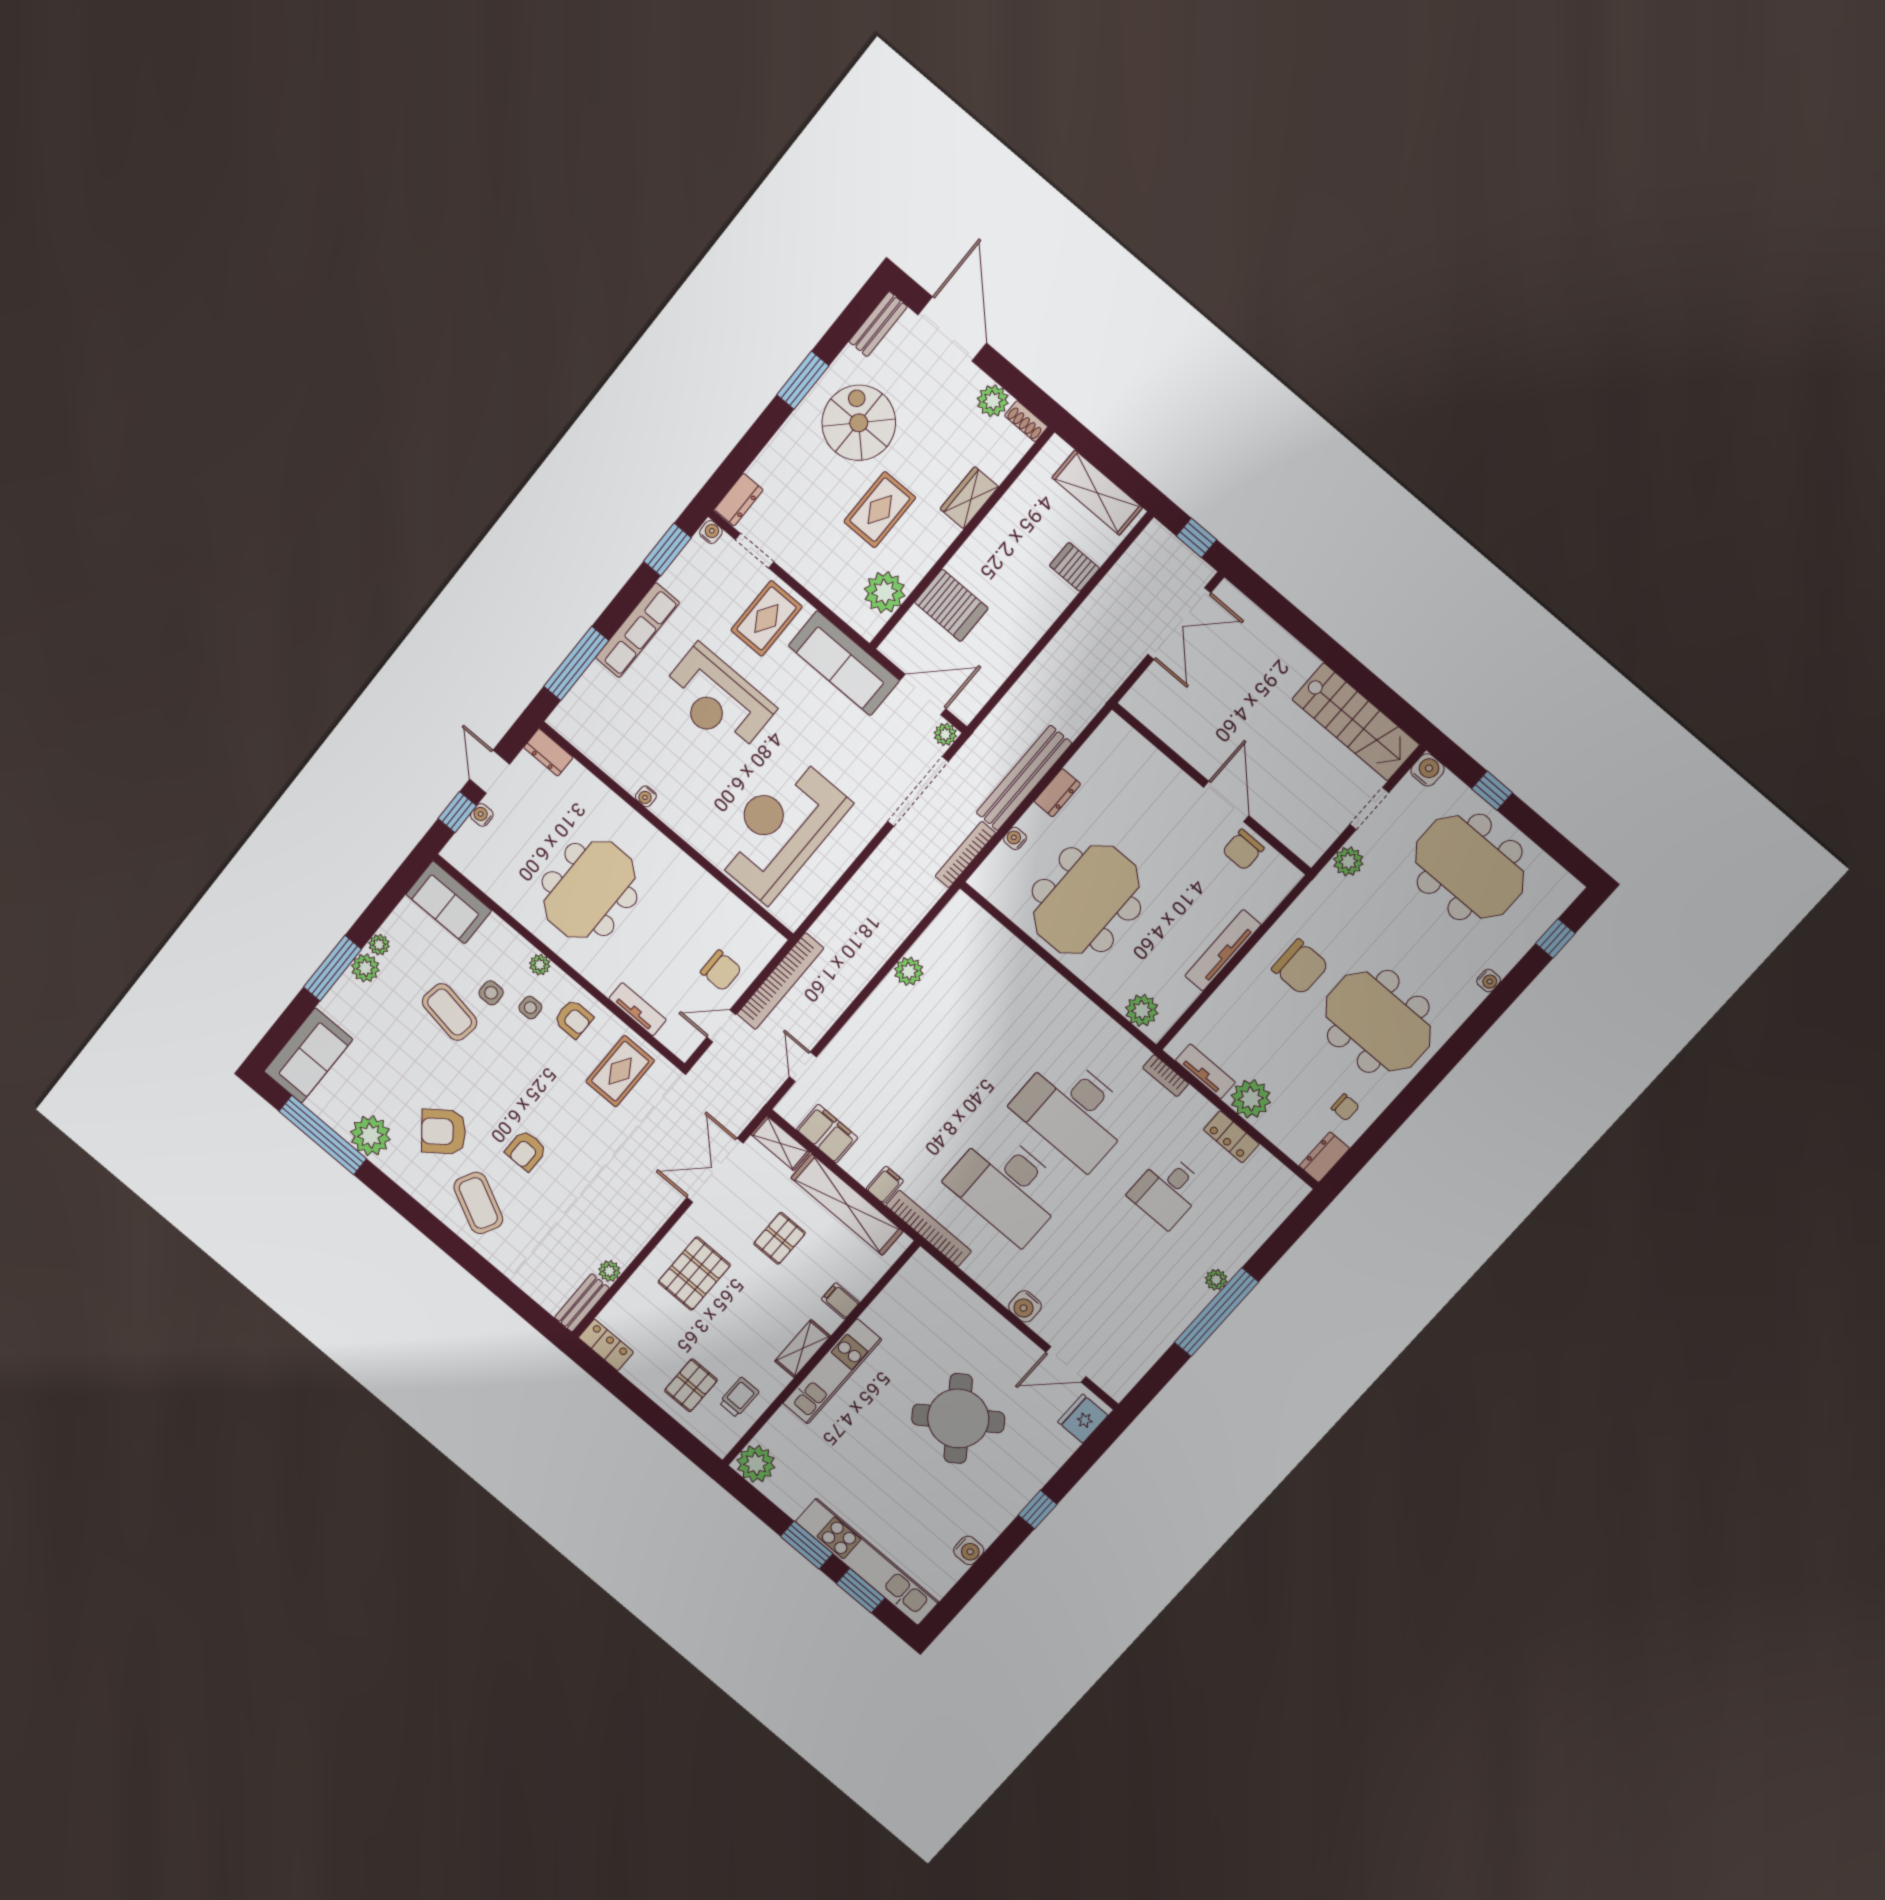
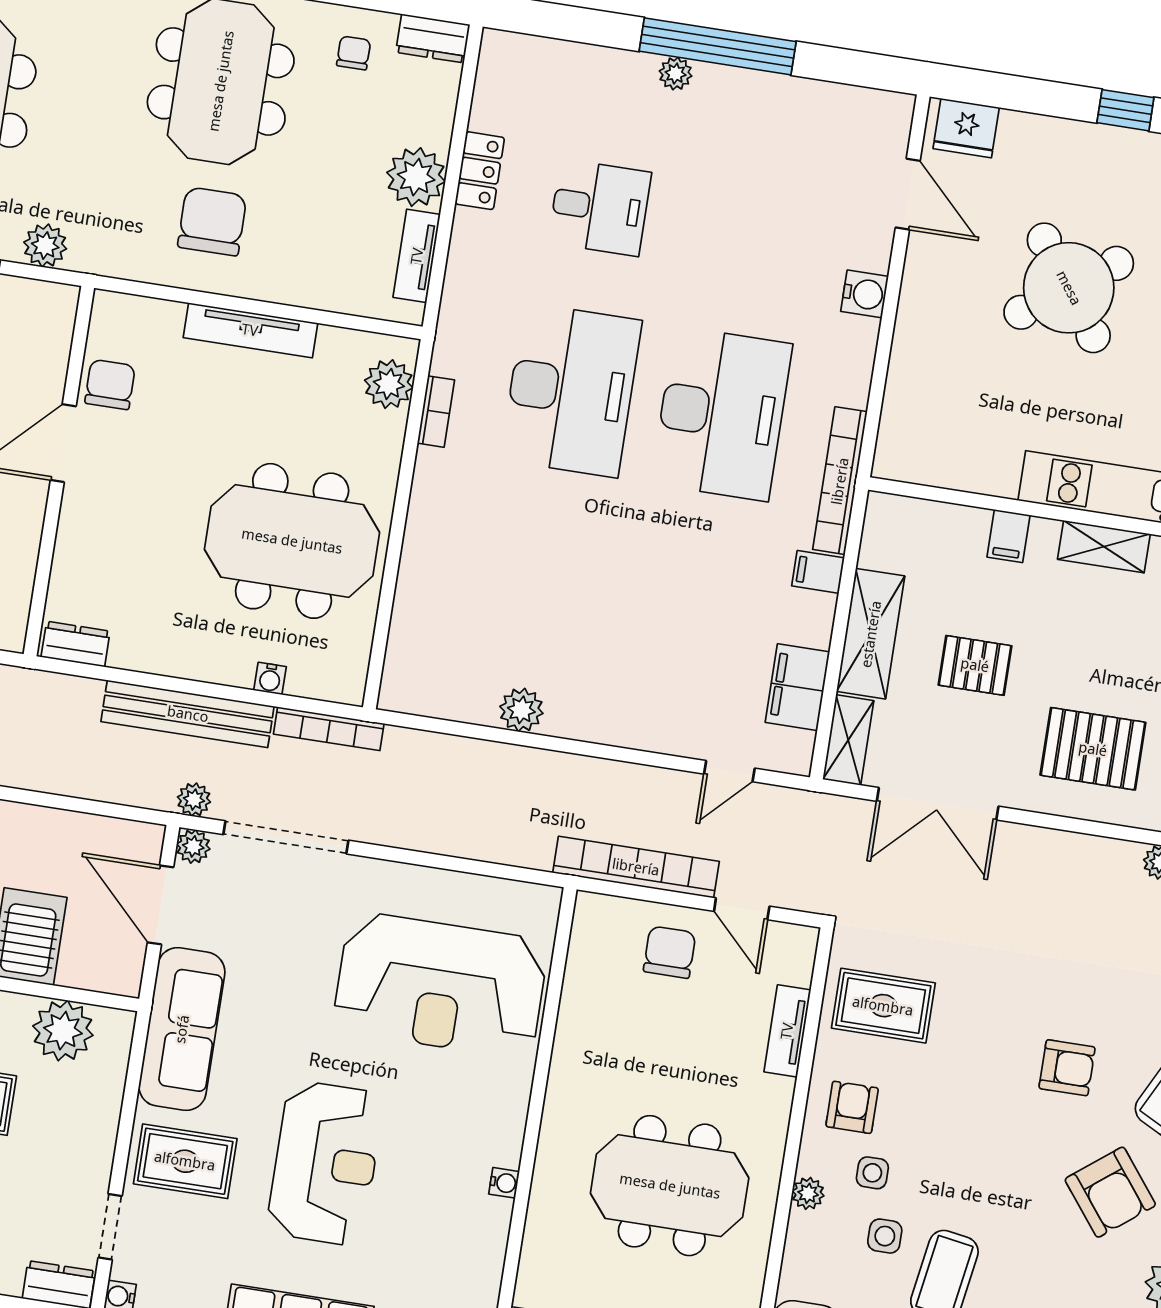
plant: (972, 751) -> (194, 800), added
dresser: (1057, 793) -> (76, 644), moved
chair: (1243, 850) -> (110, 384), turned -90
bookcase: (1166, 1076) -> (436, 412), moved
shelving: (847, 1205) -> (871, 634), width x0.68

